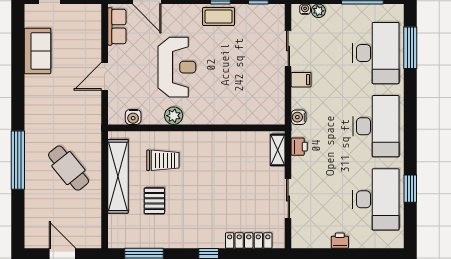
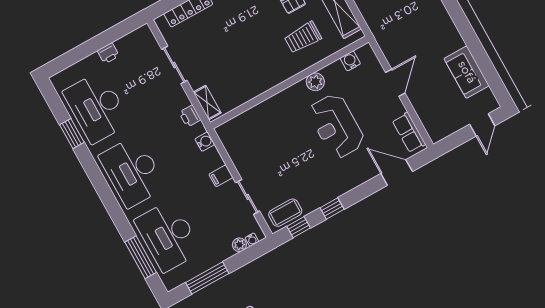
coffee table: (219, 16) -> (285, 213), moved

